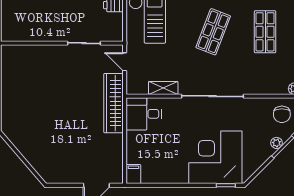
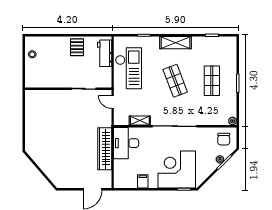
shop shelf: (213, 32) -> (175, 81), turned -42
wardrobe: (114, 103) -> (105, 149), moved
desk: (144, 114) -> (126, 143), width x1.37
filing cabinet: (133, 174) -> (143, 181), moved

